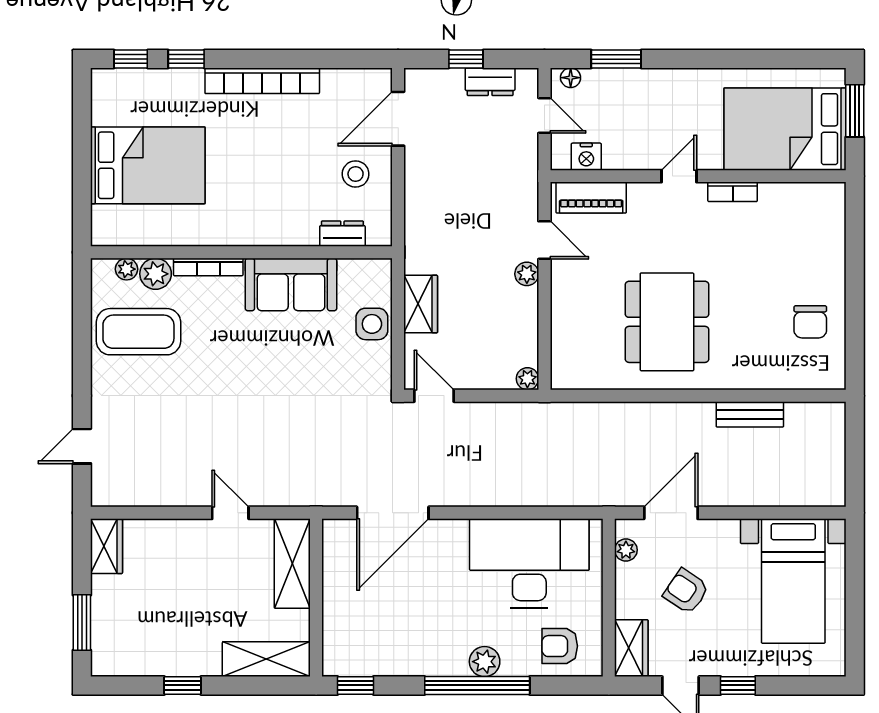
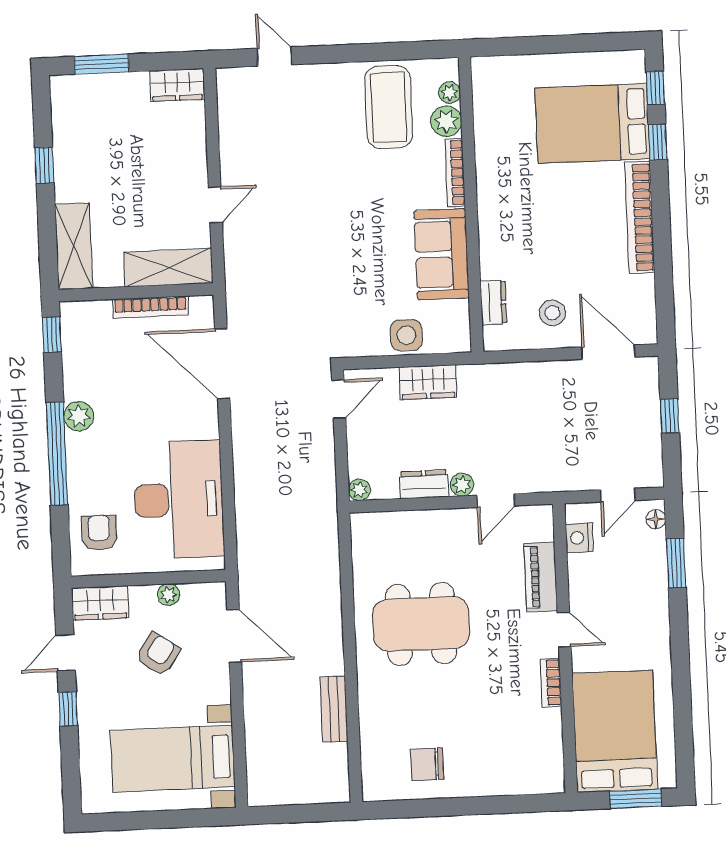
dresser: (490, 82) -> (424, 484), moved, turned 90
bed: (148, 165) -> (592, 123), moved, turned 90
piano: (591, 198) -> (541, 577), moved
plant: (626, 550) -> (168, 595), moved
bookcase: (332, 583) -> (151, 307), added
plant: (485, 662) -> (79, 416), moved

